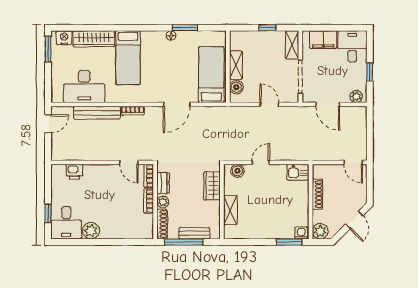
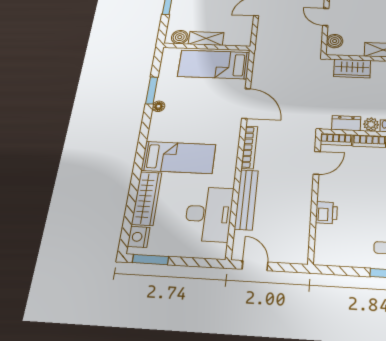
boiler: (236, 87) -> (180, 37), moved
bookcase: (133, 111) -> (249, 147), width x1.56
printer: (74, 172) -> (326, 213), moved

